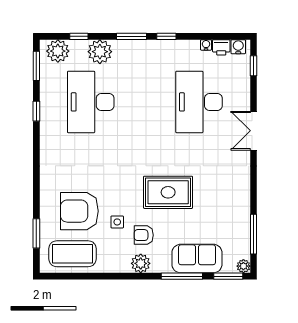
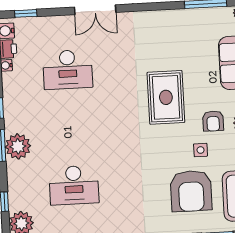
plant: (100, 52) -> (18, 146), moved
desk: (91, 102) -> (74, 185), width x0.73, depth x0.77
desk: (199, 102) -> (68, 69), width x0.73, depth x0.77

